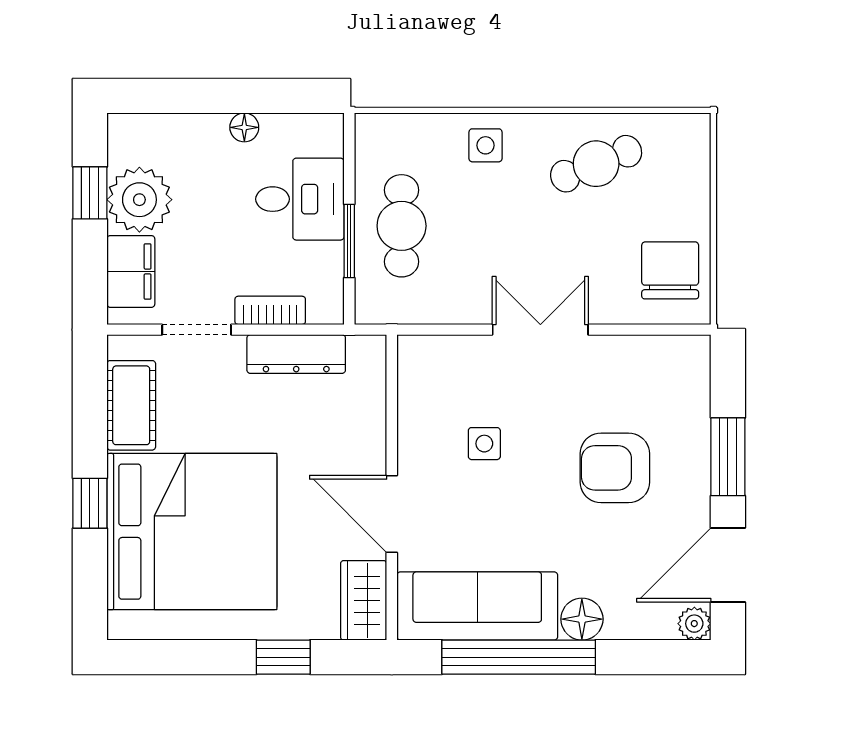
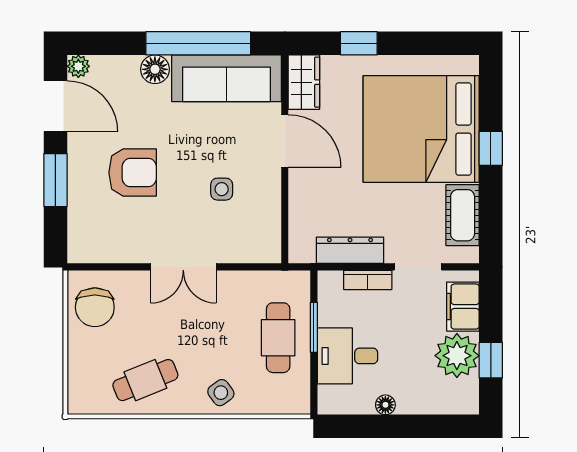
side table: (485, 145) -> (221, 393), turned -36
door: (728, 565) -> (55, 106), hinge flipped

